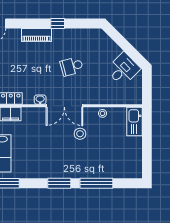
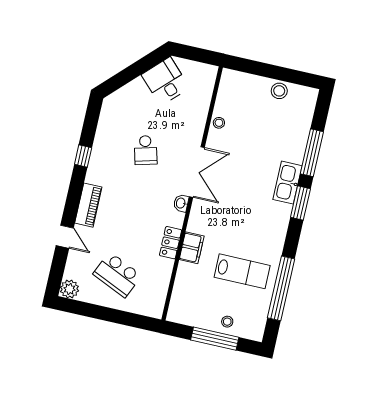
piano: (36, 35) -> (88, 205), moved
kitchen sink: (135, 122) -> (287, 183), moved, turned 90
stool: (80, 134) -> (279, 91), moved

